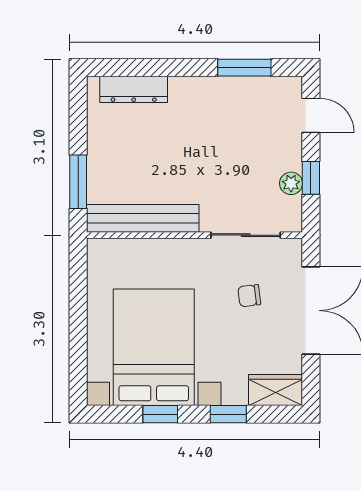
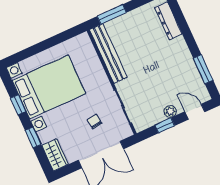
door: (311, 115) -> (195, 112), swing flipped
plant: (291, 183) -> (170, 111), moved

